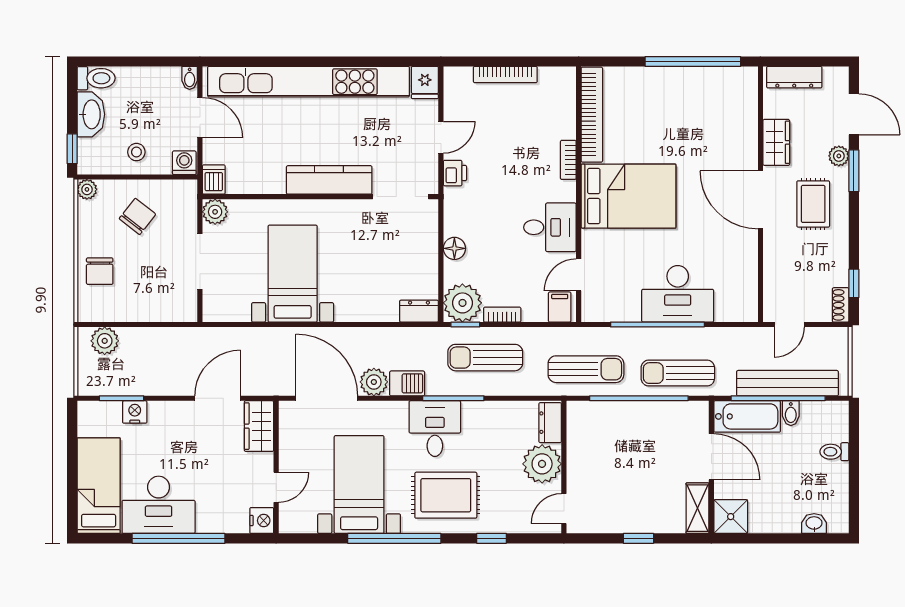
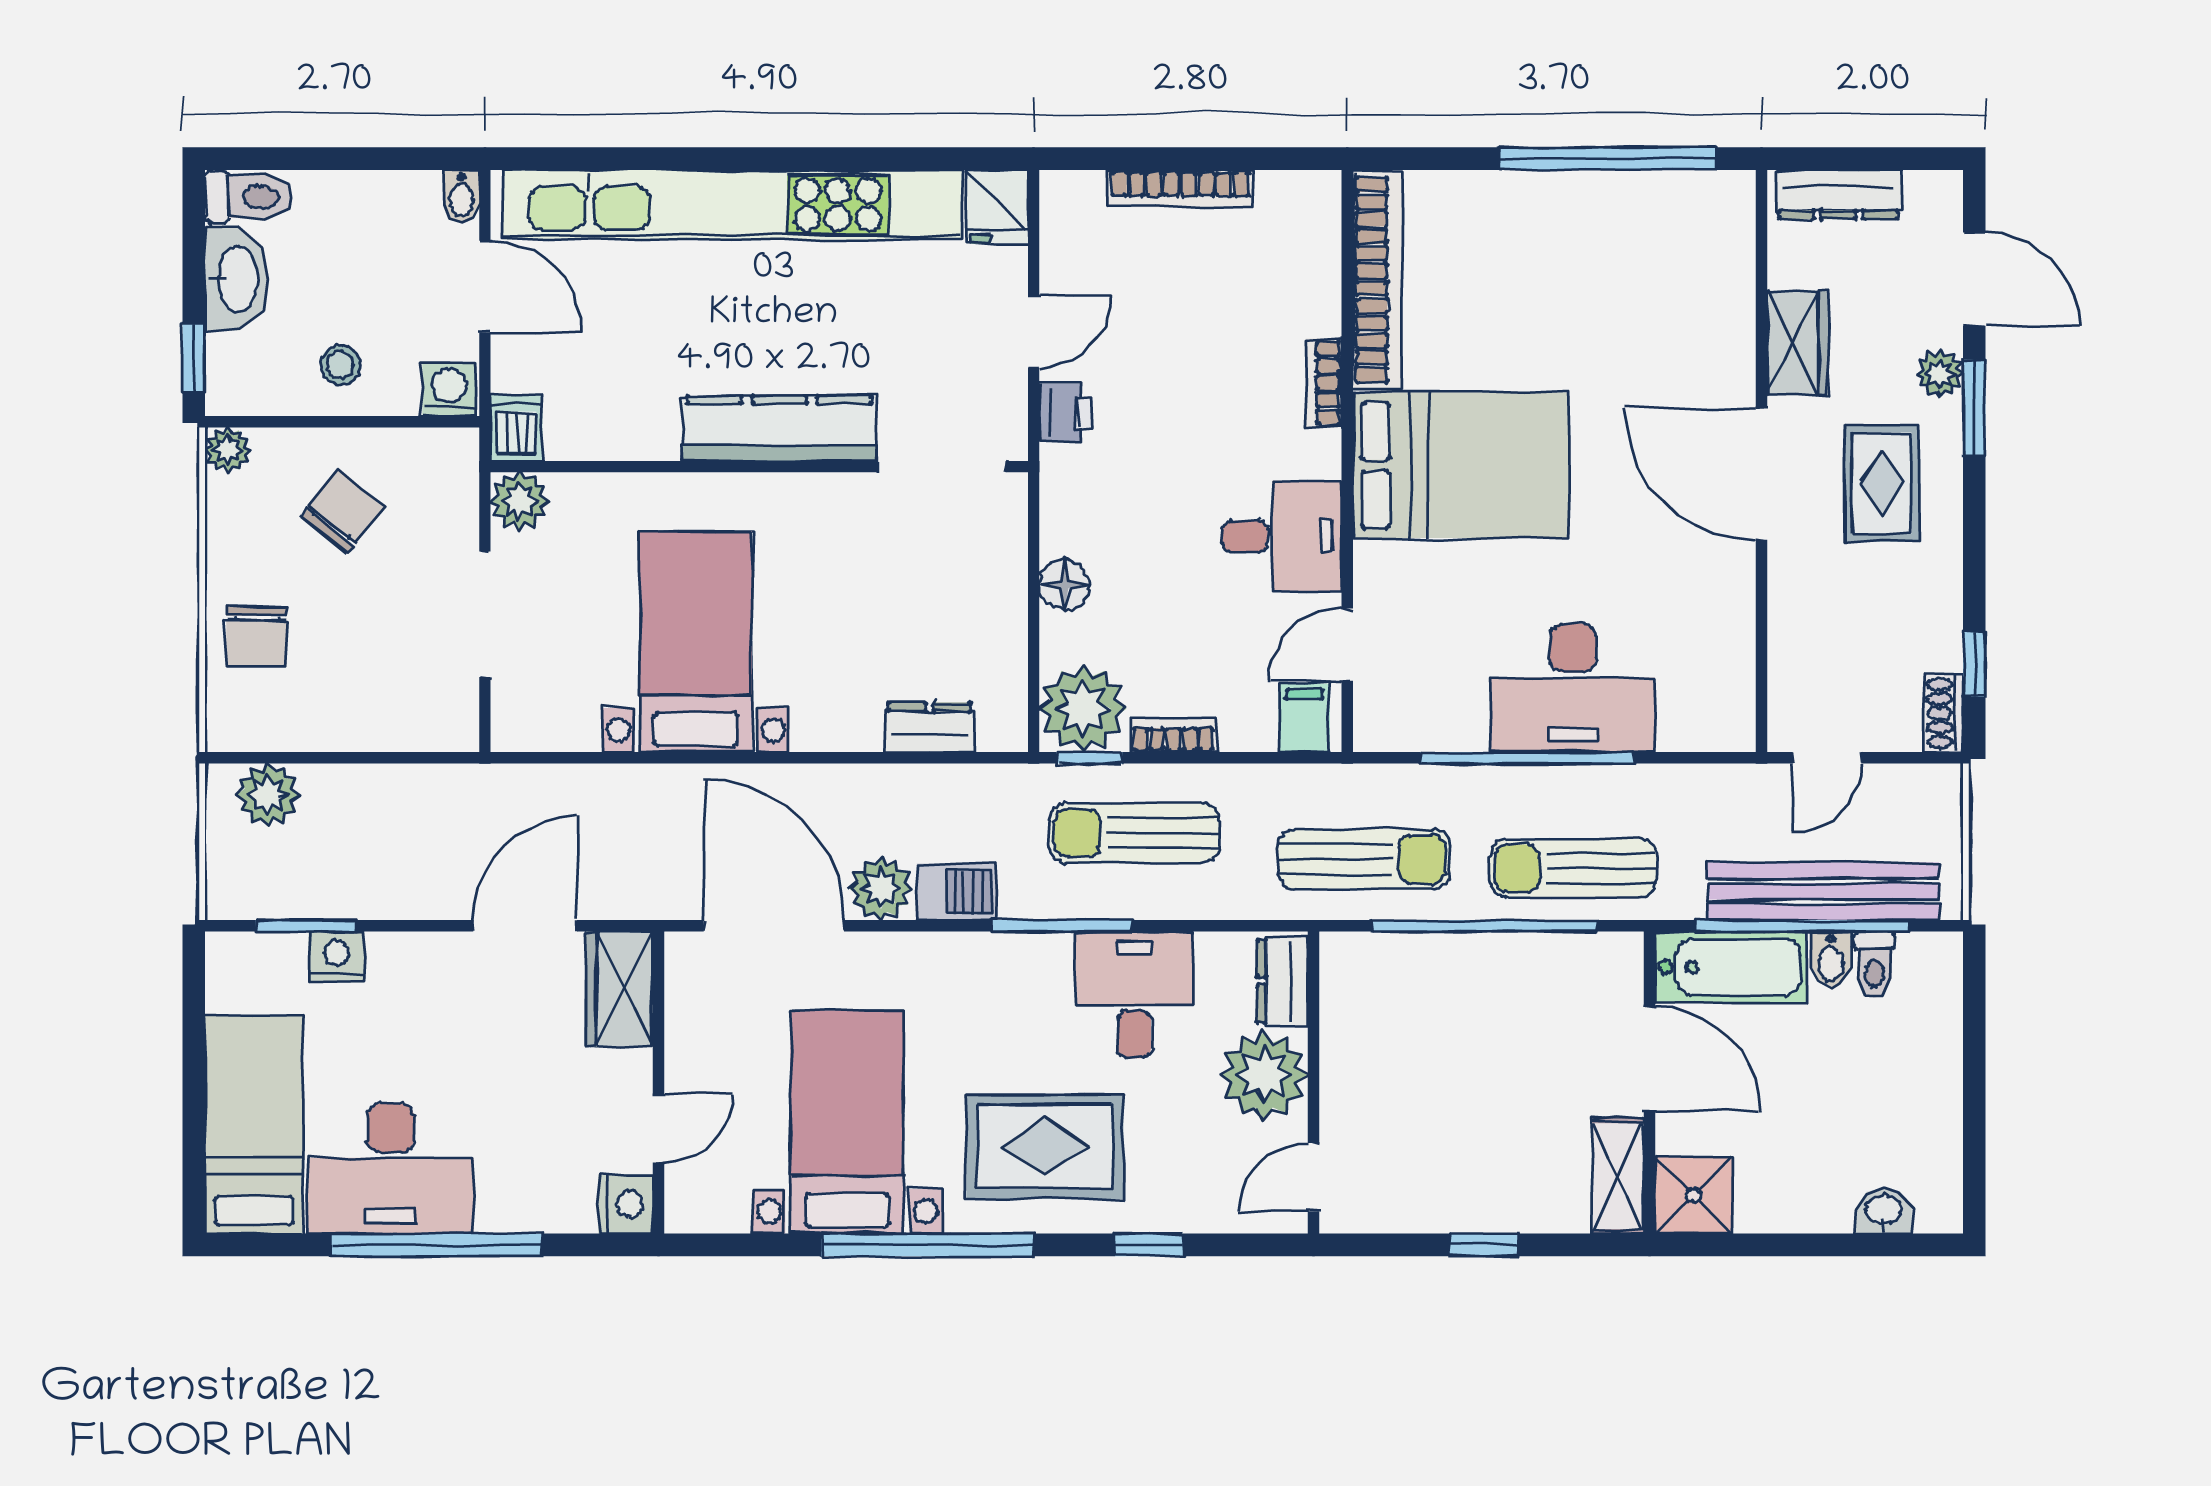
dresser: (419, 311) -> (929, 727), moved
desk: (435, 429) -> (1134, 995), moved
toilet: (834, 452) -> (1875, 964), moved, turned -90

